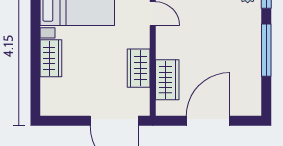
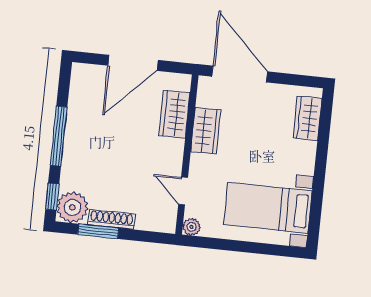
wardrobe: (51, 58) -> (308, 118), moved

